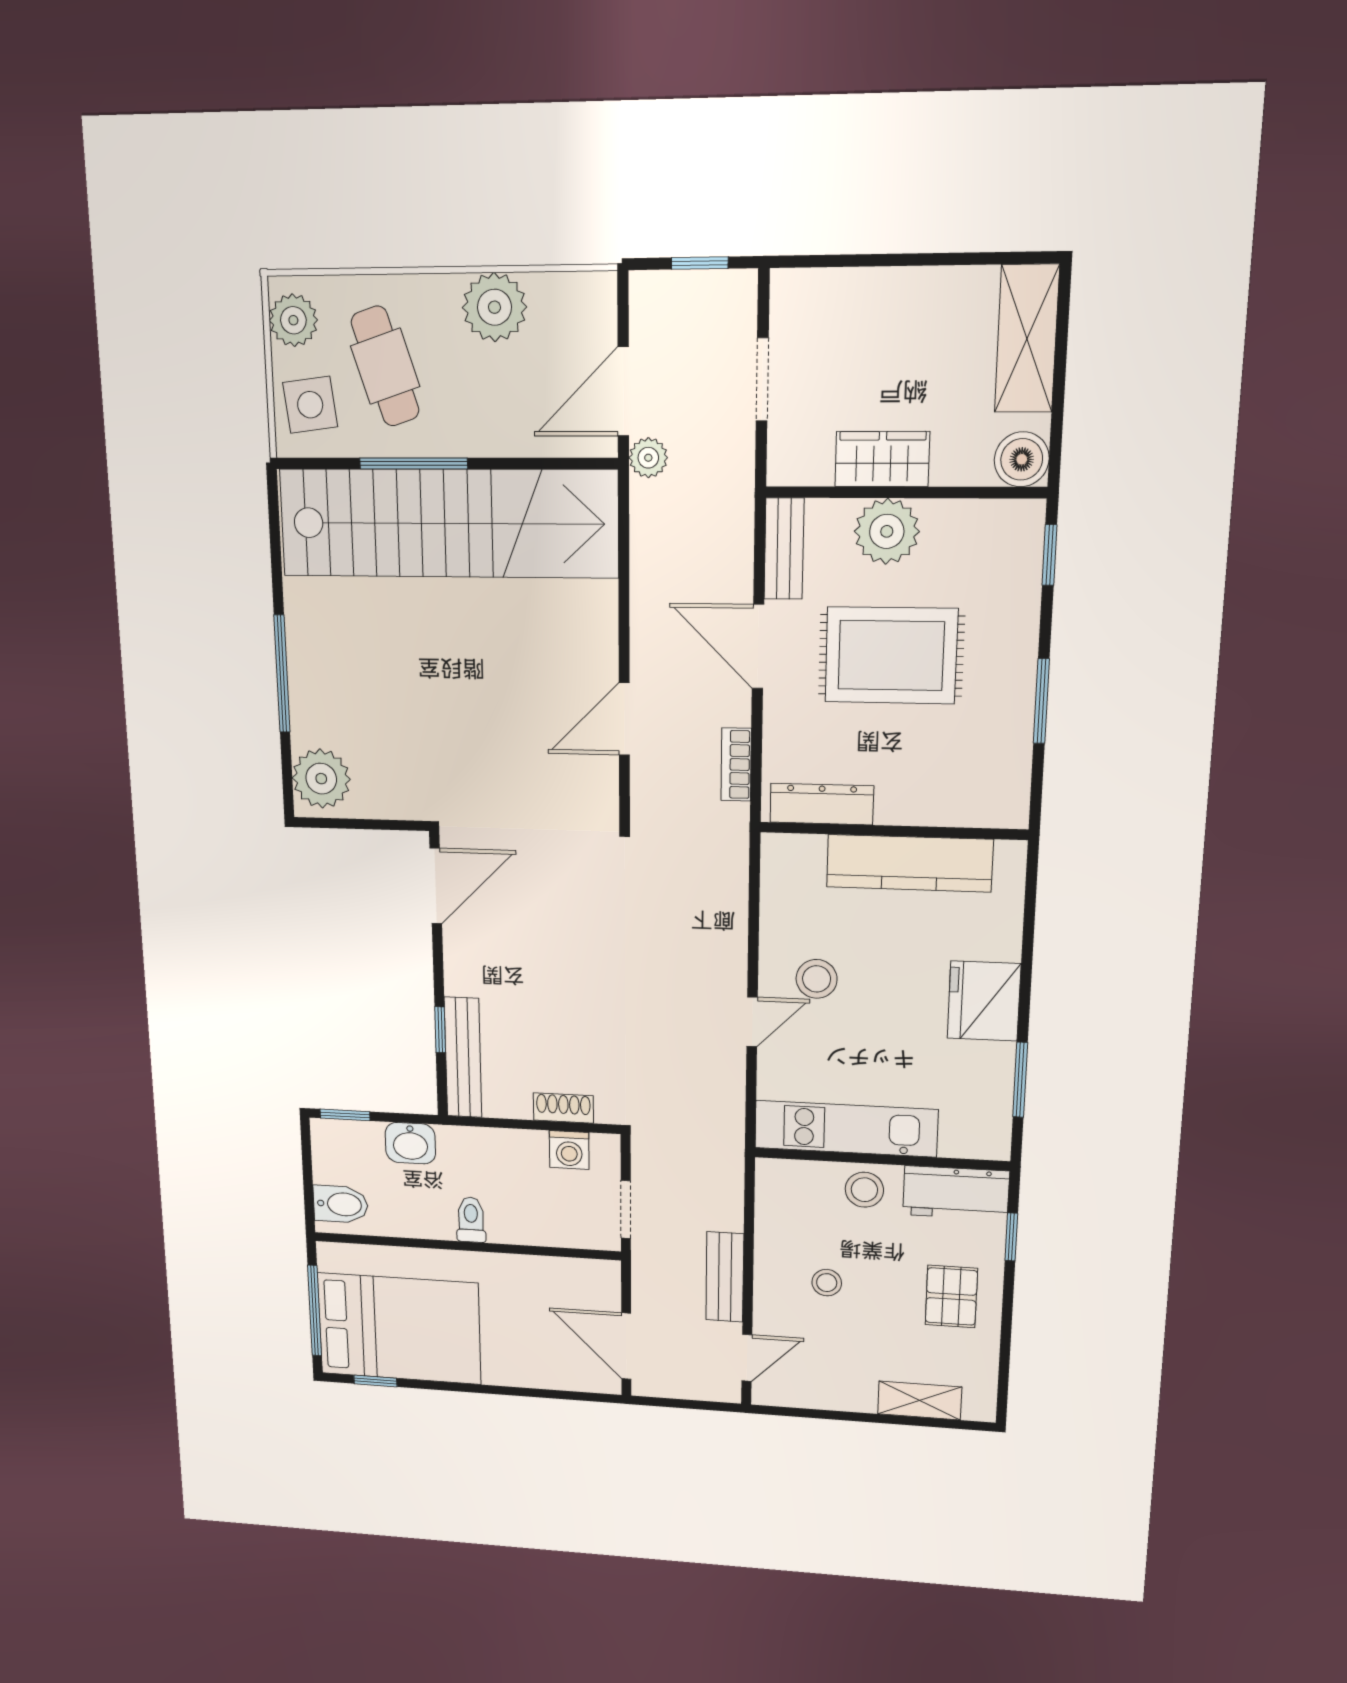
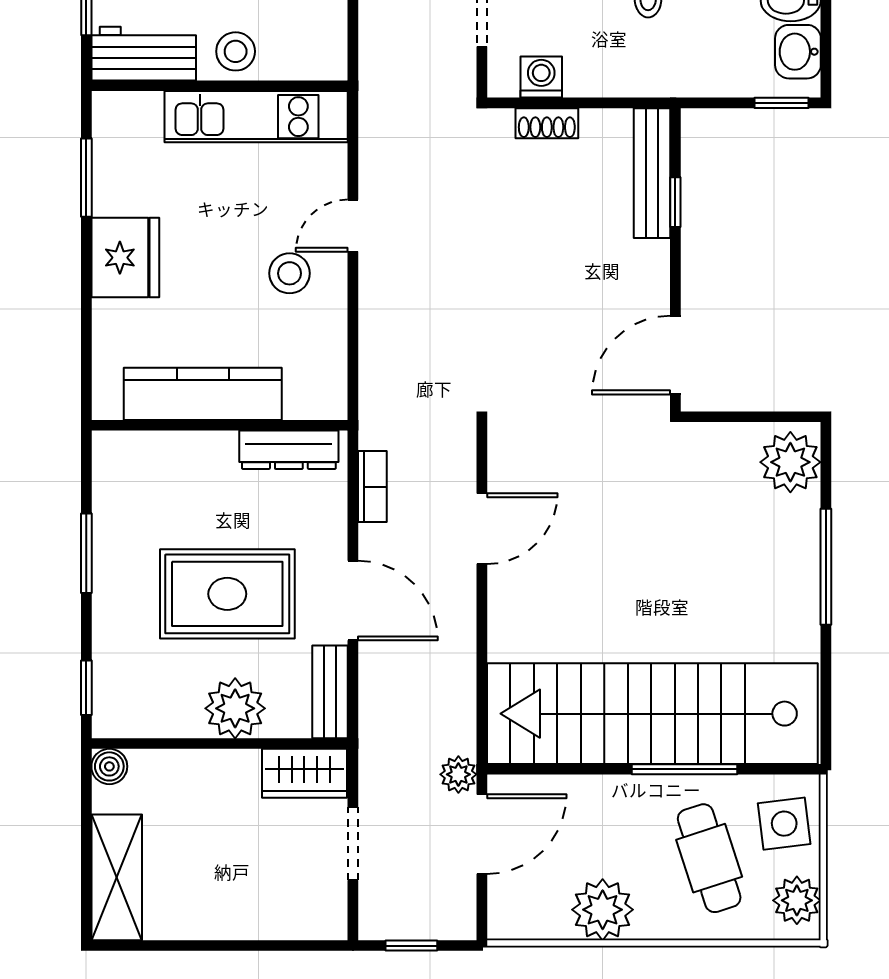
wardrobe: (882, 459) -> (304, 773), moved
boiler: (1022, 459) -> (109, 766), width x0.73, depth x0.73
washbasin: (410, 1143) -> (798, 52), moved, turned -90

